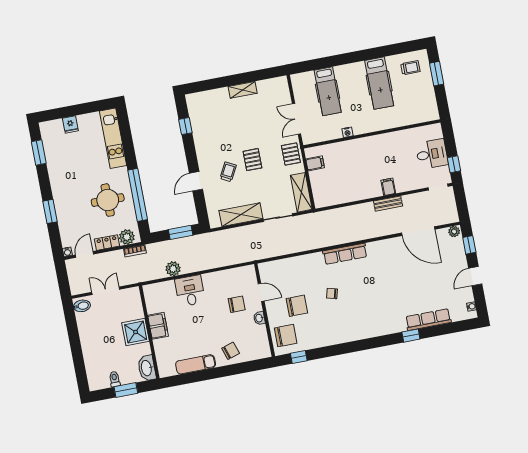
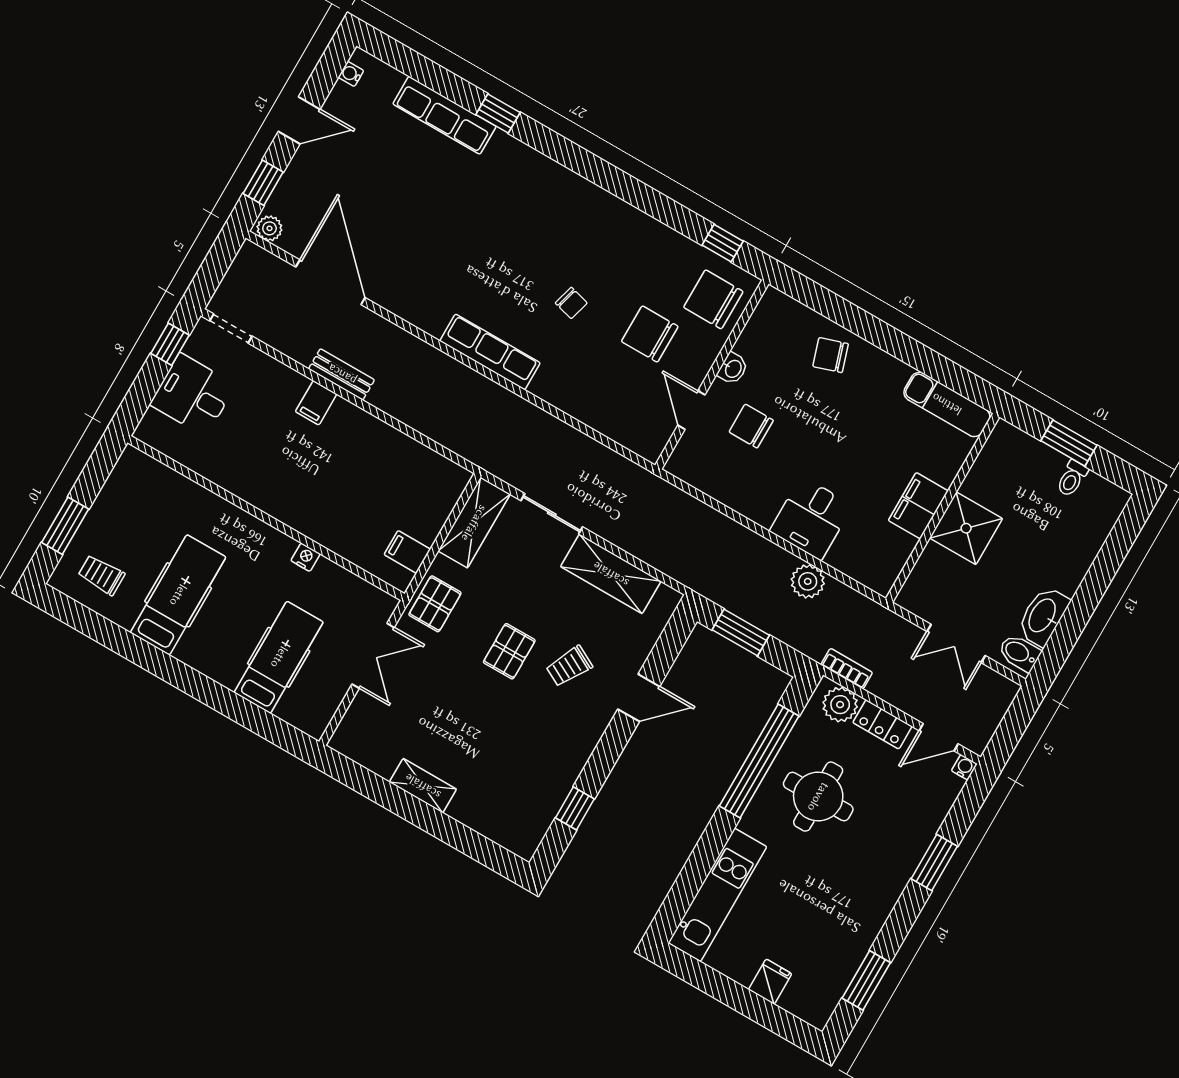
exam couch: (196, 364) -> (947, 404), moved
washbasin: (147, 368) -> (1043, 616), moved, turned 180

